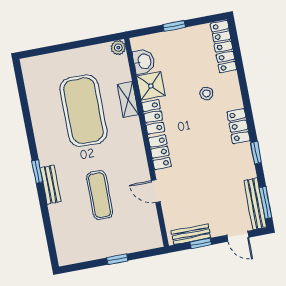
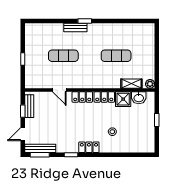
locker: (224, 47) -> (138, 147), removed
shelving: (128, 100) -> (131, 84), moved
exercise mat: (83, 111) -> (116, 56), width x0.50, depth x0.69
door: (156, 191) -> (59, 90), swing flipped

